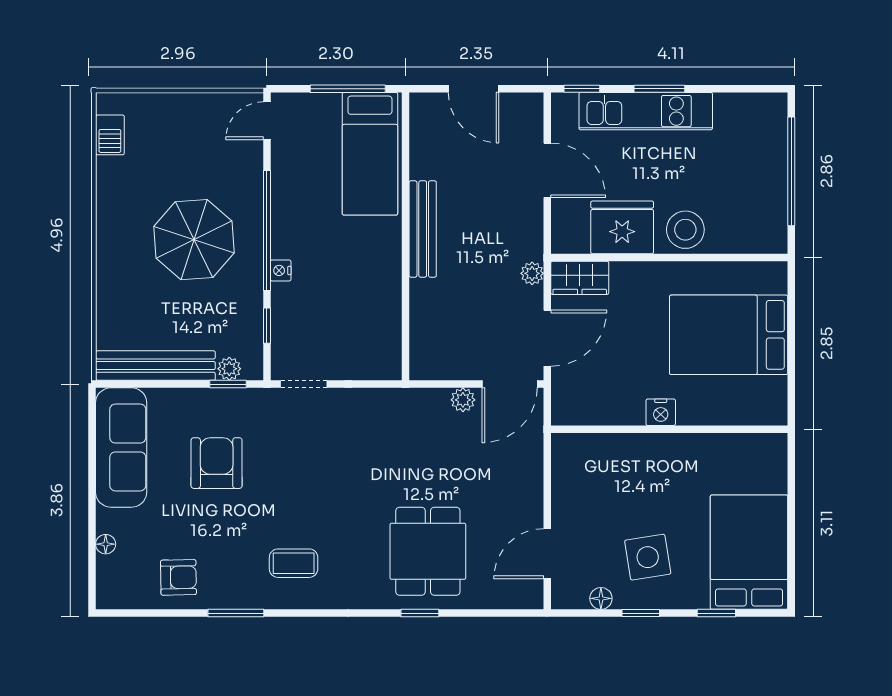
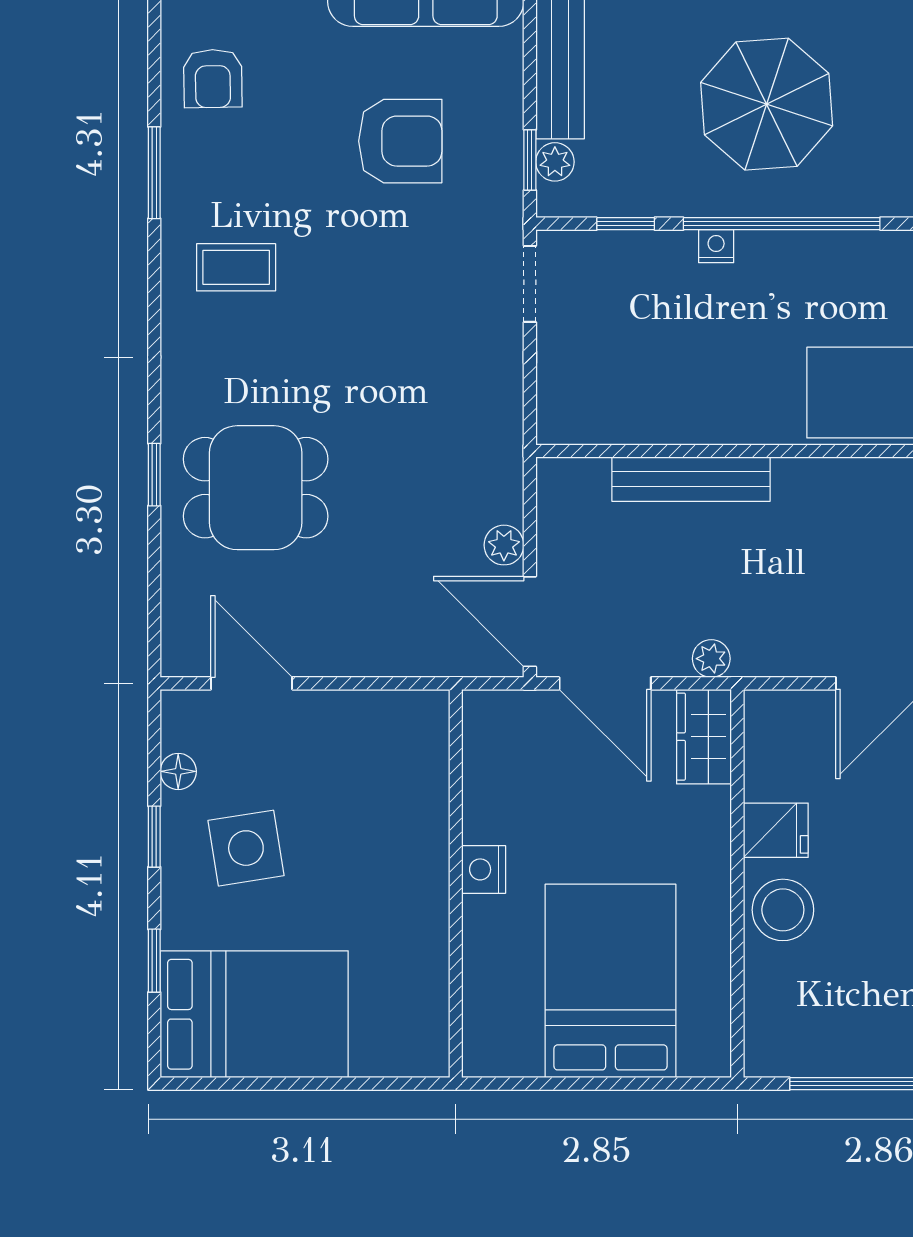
fridge: (622, 227) -> (776, 830), width x0.53, depth x0.75
bench: (423, 229) -> (691, 479), moved
coffee table: (294, 563) -> (236, 267), turned 90

